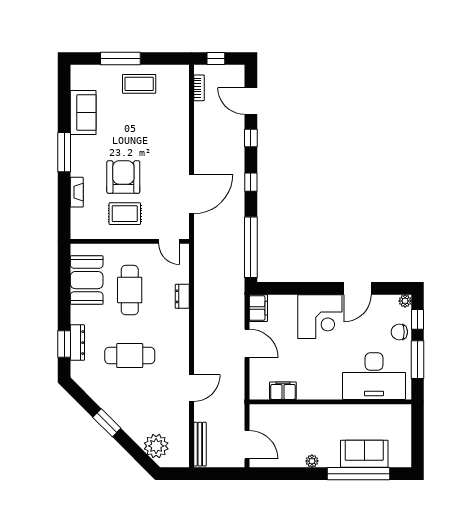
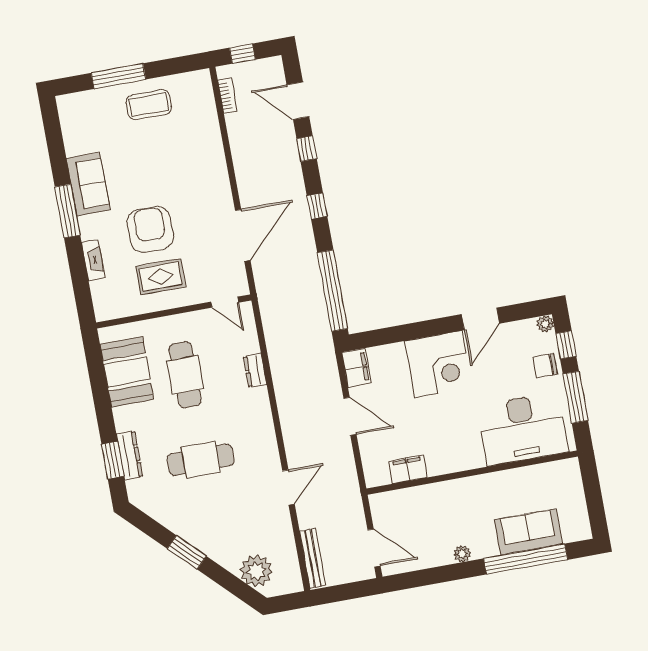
sofa: (83, 113) -> (88, 184), moved

